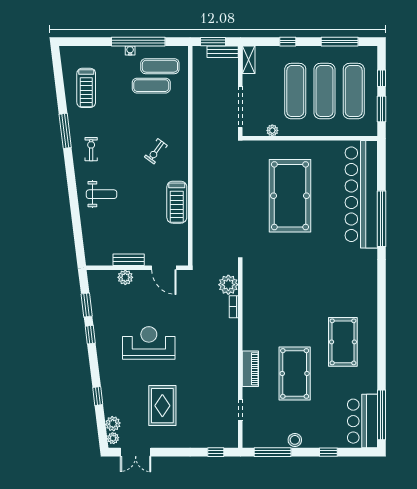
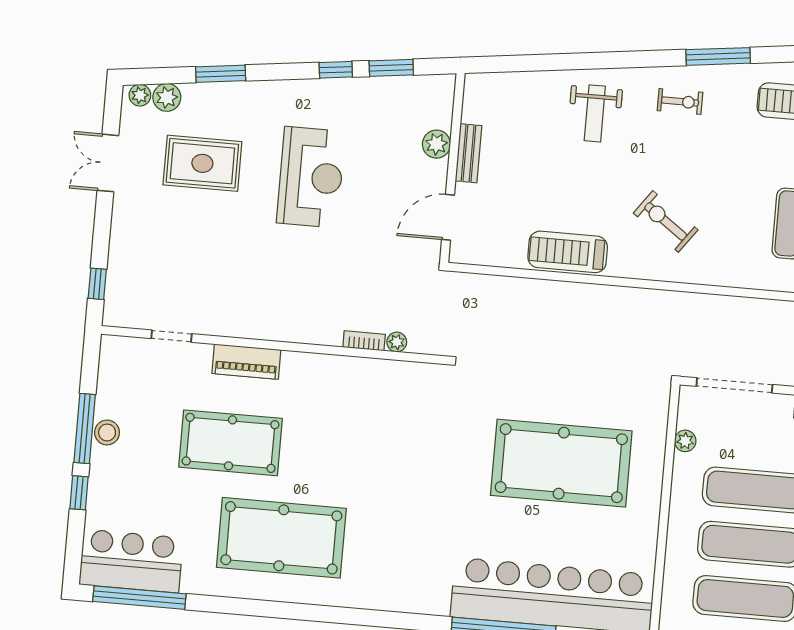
exercise bike: (156, 151) -> (666, 221), width x1.38, depth x1.39
plant: (228, 285) -> (397, 342), width x0.53, depth x0.53
pool table: (343, 342) -> (281, 538), width x1.36, depth x1.32
window: (98, 396) -> (221, 74), width x1.50
rug: (162, 406) -> (202, 163), moved
double door: (136, 452) -> (108, 163), moved
window: (273, 452) -> (85, 428), moved

